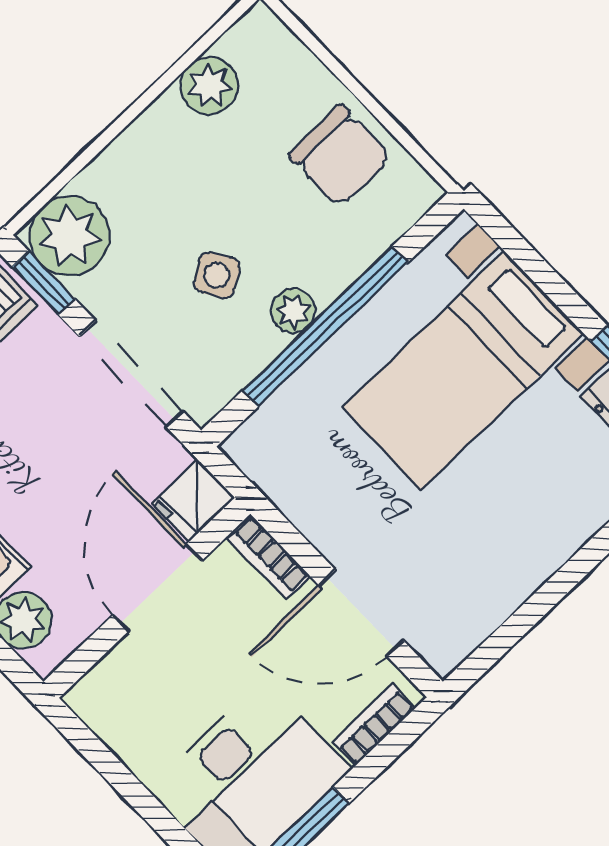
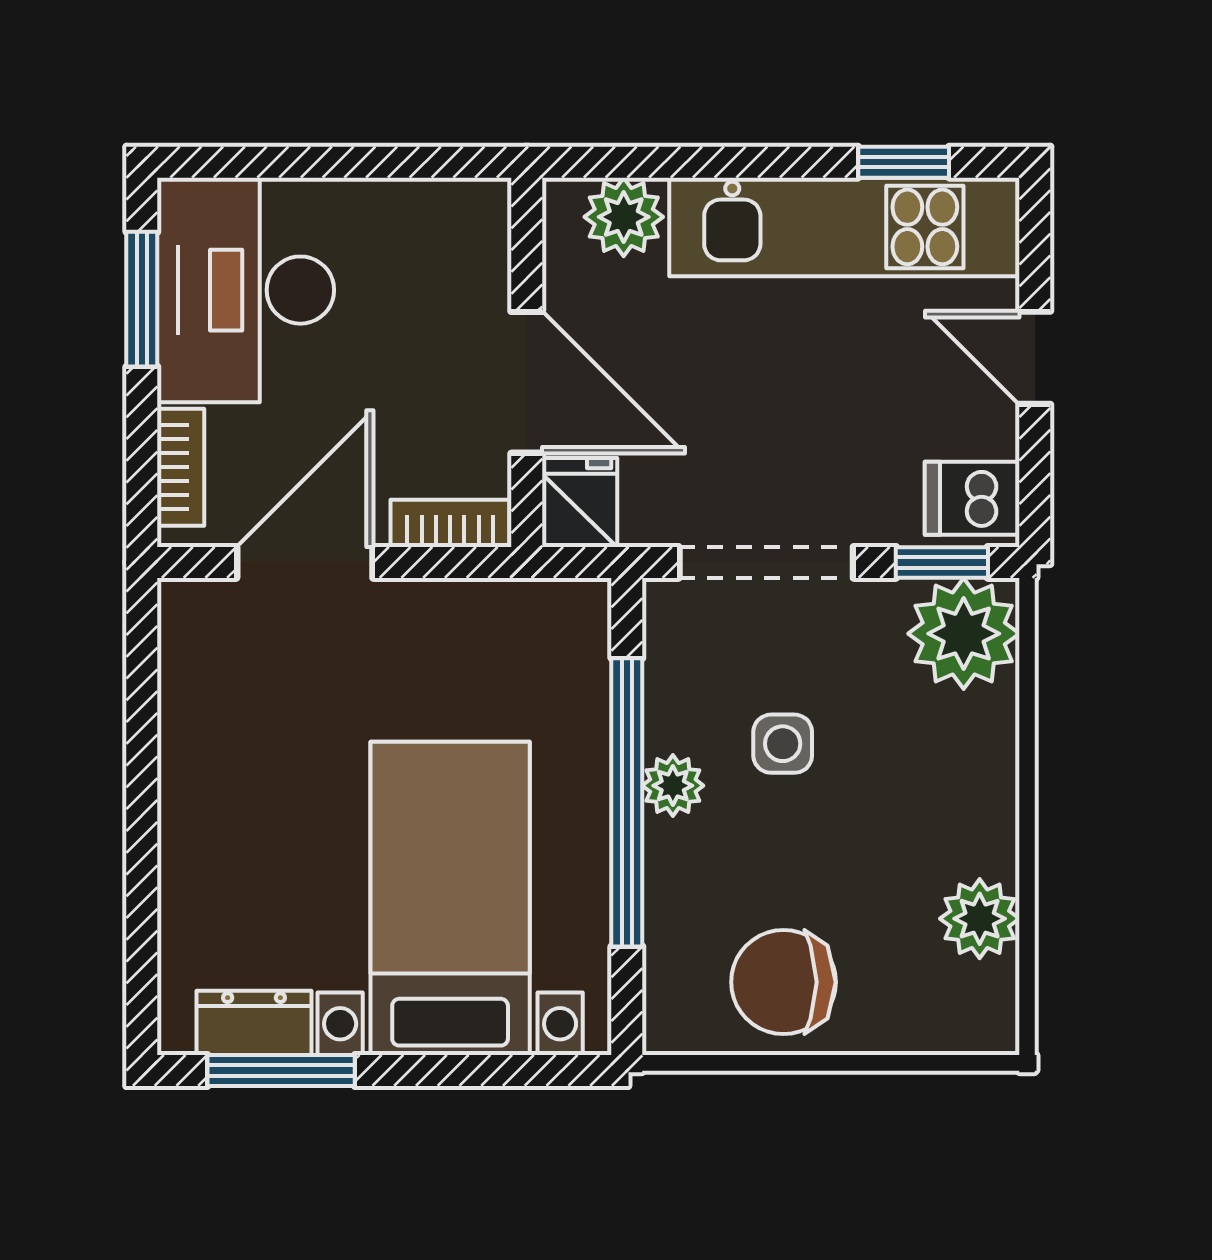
side table: (217, 275) -> (783, 744), turned 33

